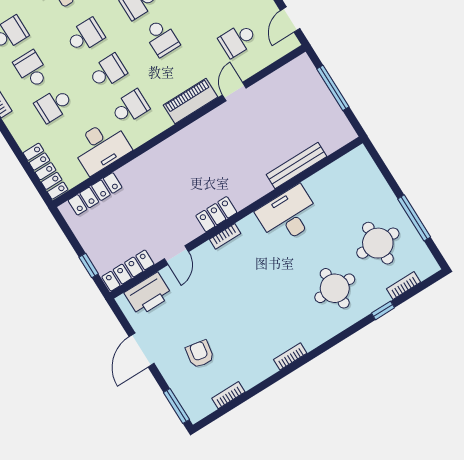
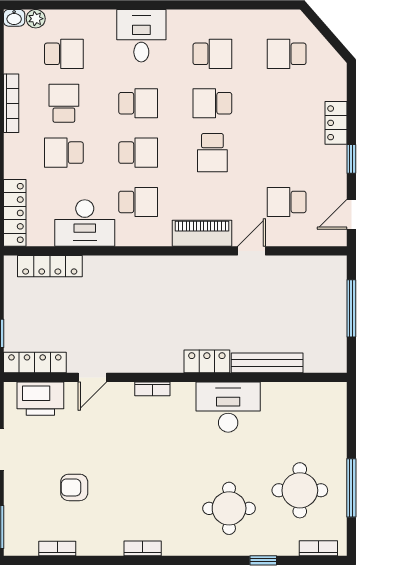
locker: (216, 214) -> (207, 361), moved
bookcase: (404, 285) -> (318, 548), moved
armchair: (200, 354) -> (74, 487), moved, turned -100

